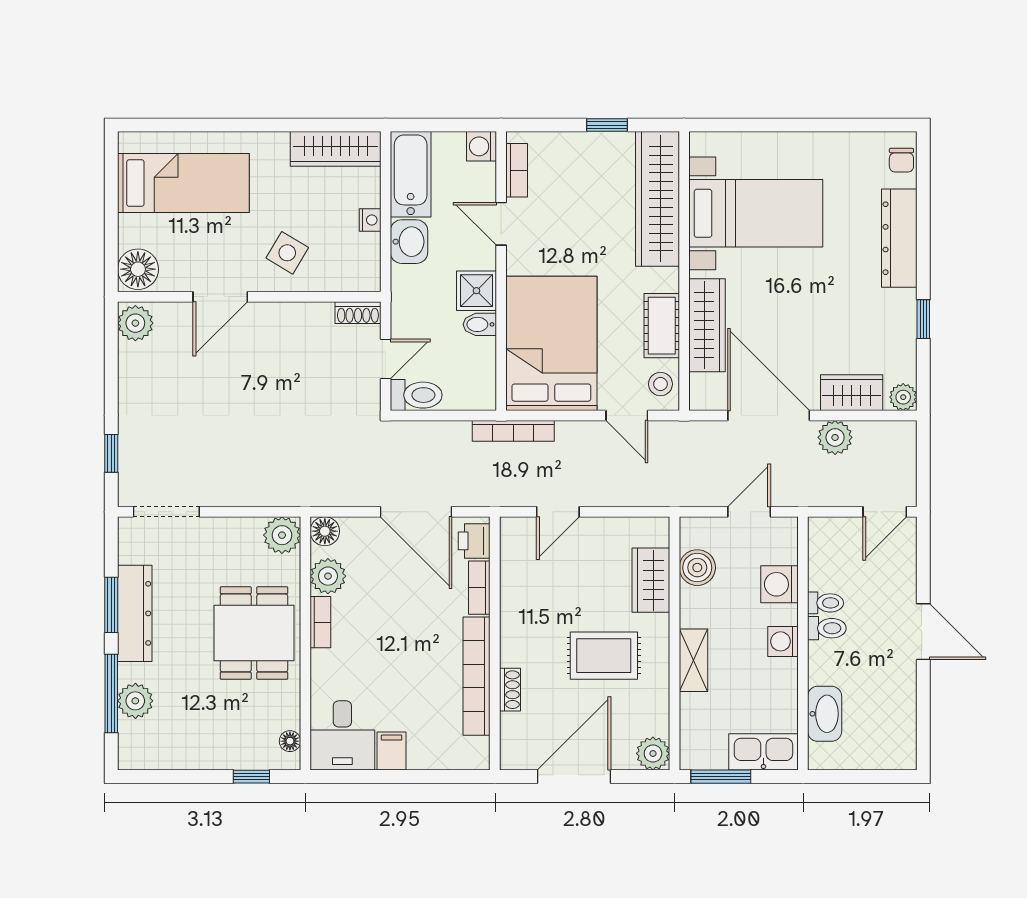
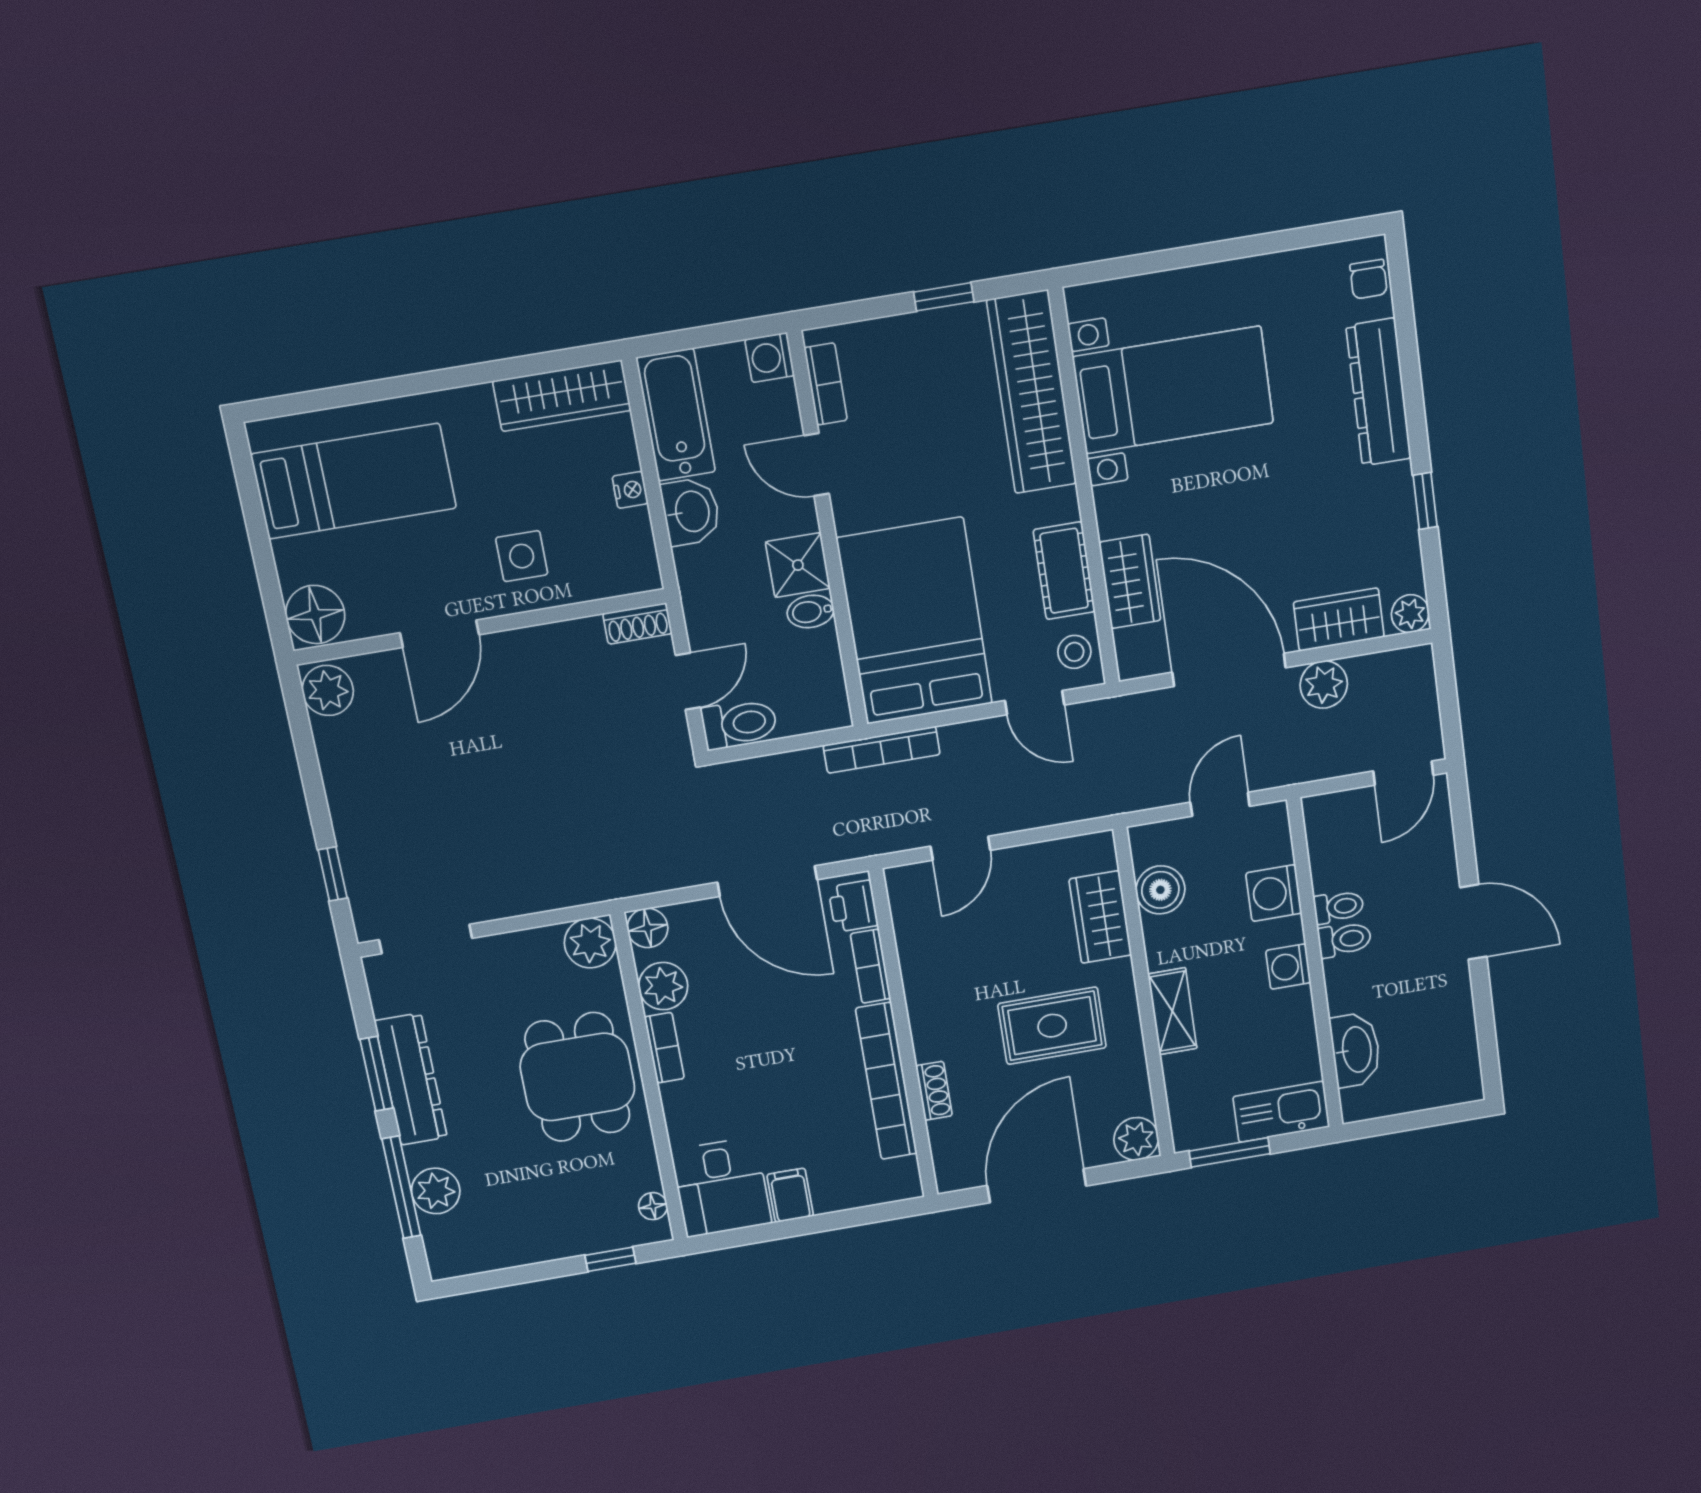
side table: (287, 253) -> (522, 556), turned -31
wardrobe: (707, 325) -> (1130, 581), width x0.67

